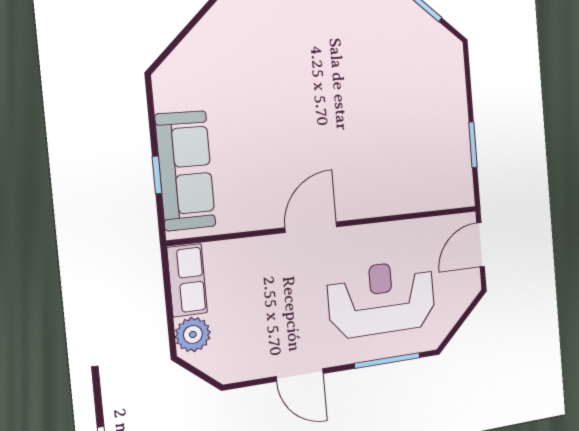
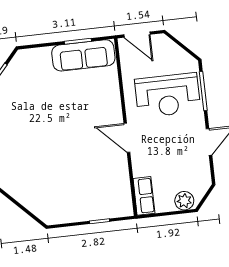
sofa: (185, 171) -> (83, 55), moved, turned 180
row of seats: (187, 280) -> (144, 196), moved, turned 90
reception desk: (382, 299) -> (168, 95), turned -90

